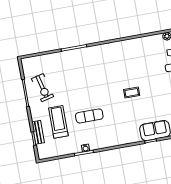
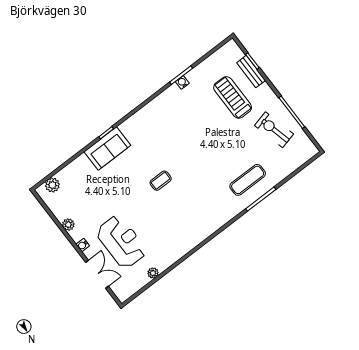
exercise mat: (89, 116) -> (248, 180), moved
treadmill: (58, 122) -> (233, 97), turned 180

